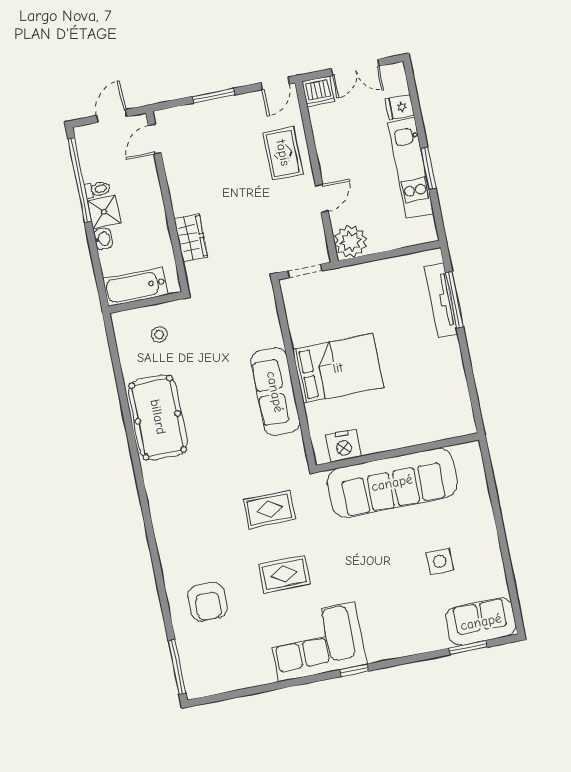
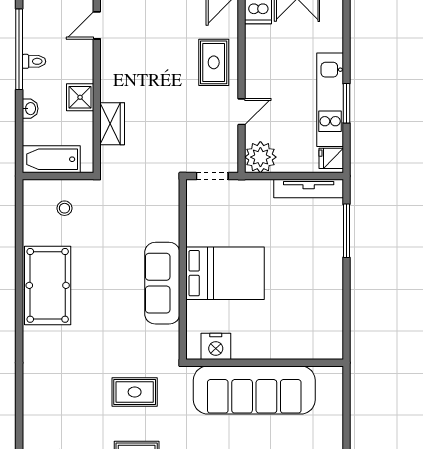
fridge: (400, 107) -> (331, 158), moved
shower: (104, 212) -> (80, 97), moved
tv unit: (441, 300) -> (309, 189), moved, turned -90

